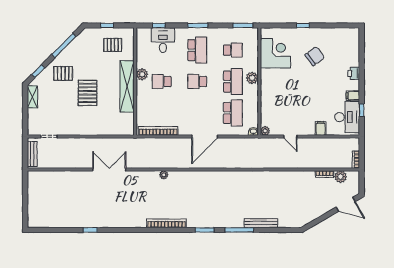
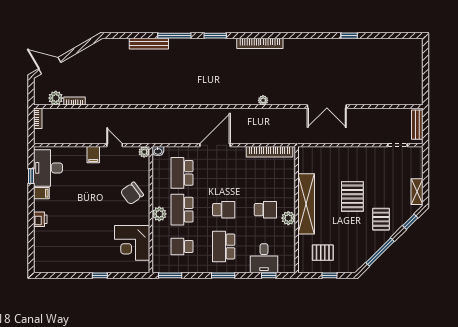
chair: (315, 56) -> (132, 193), moved
pallet: (63, 73) -> (381, 219), turned 90
filing cabinet: (321, 128) -> (93, 155), moved

